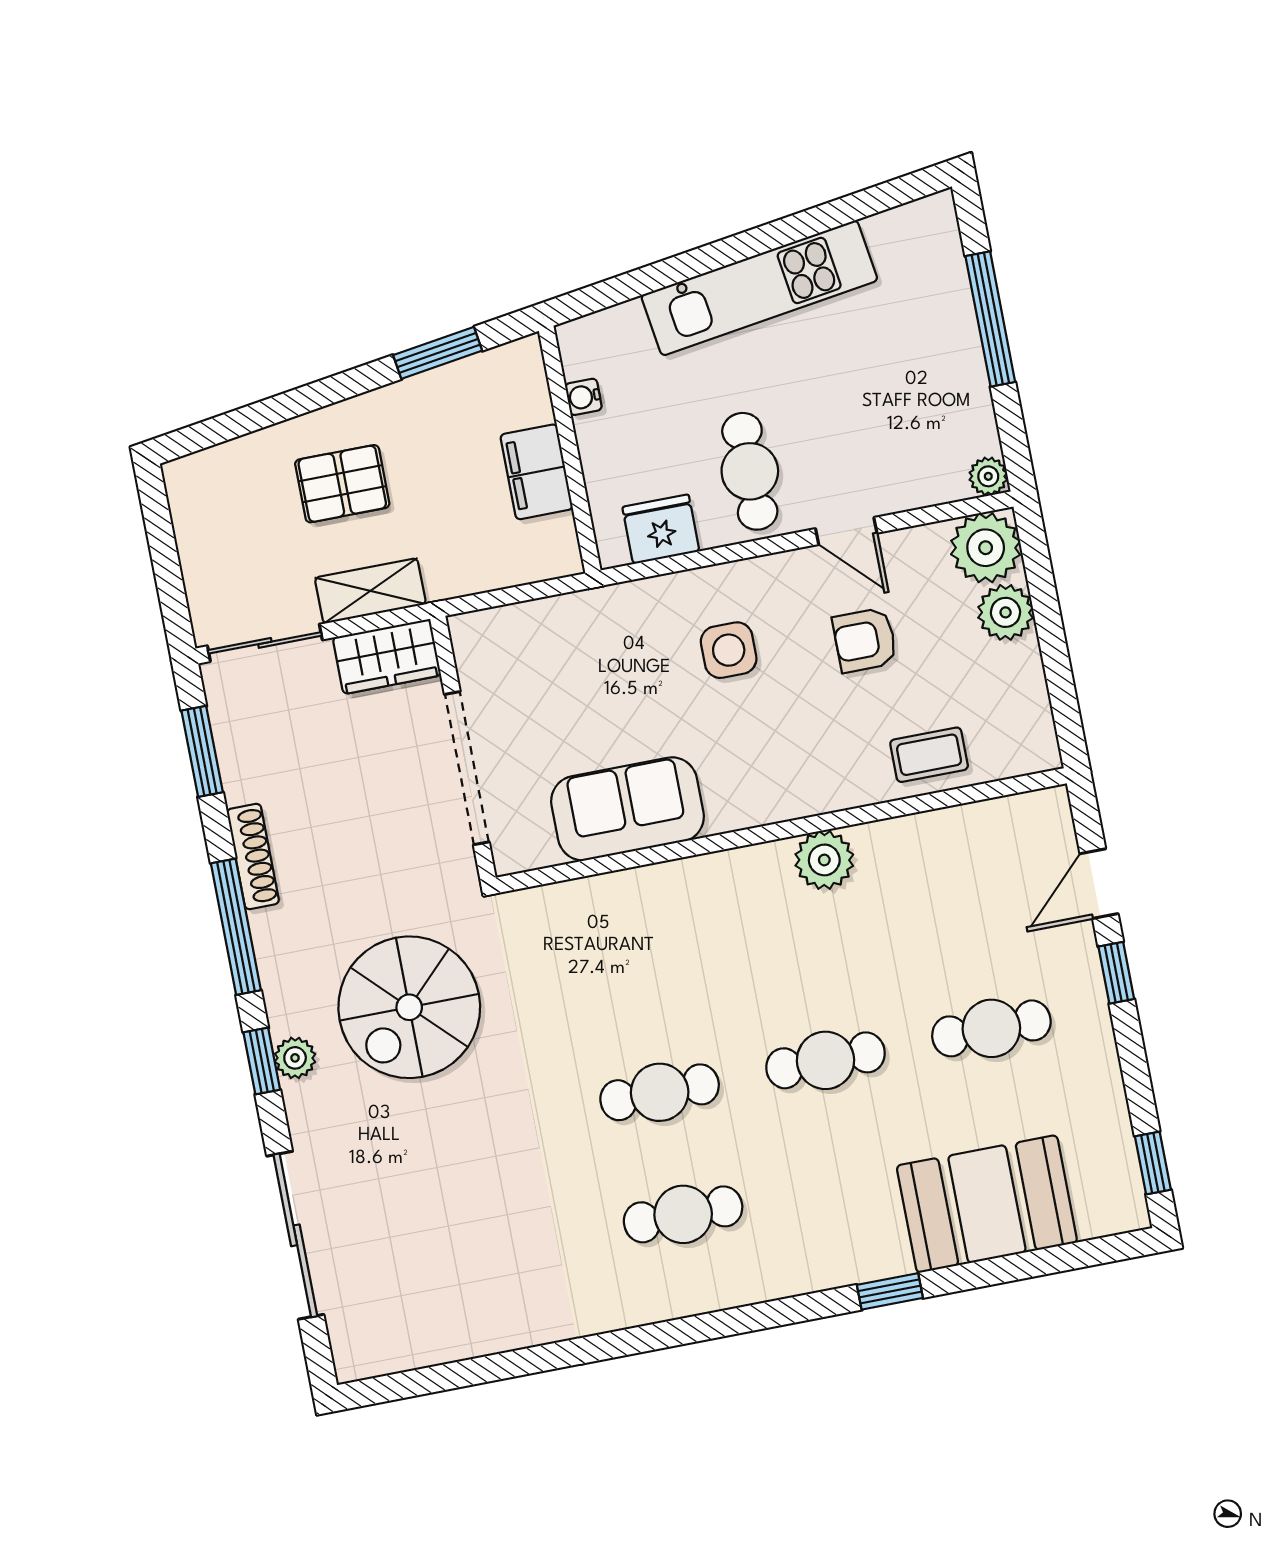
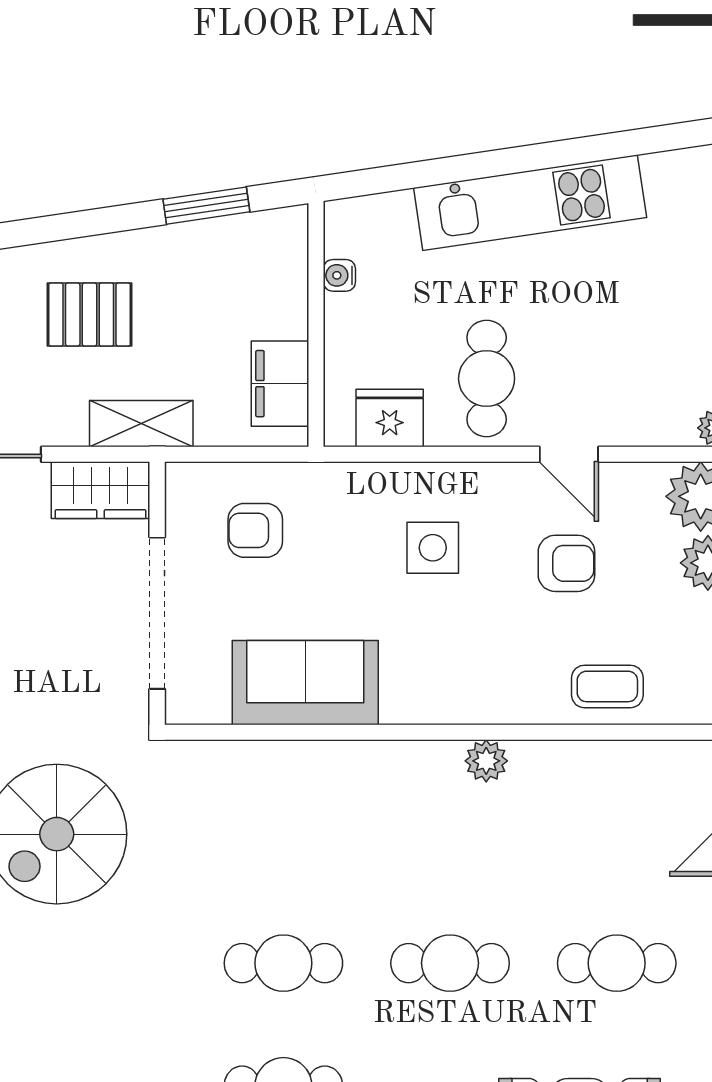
filing cabinet: (537, 472) -> (280, 384), moved
shelving: (370, 591) -> (141, 424), moved
armchair: (865, 640) -> (566, 563), turned 180
armchair: (549, 667) -> (255, 530), added
plant: (824, 860) -> (486, 761), width x0.73, depth x0.73

